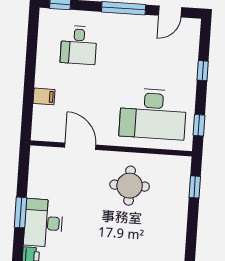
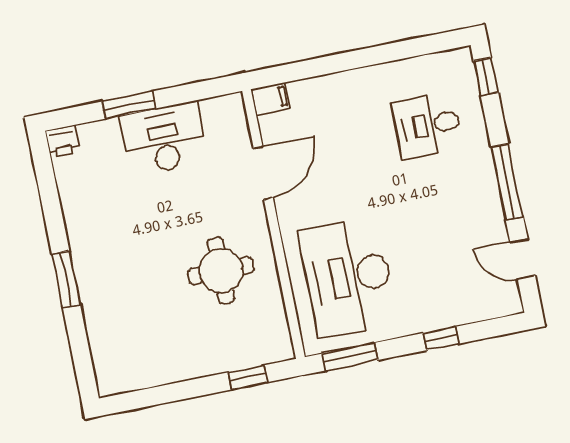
filing cabinet: (44, 96) -> (271, 99), moved, turned -90
window: (199, 125) -> (350, 357), width x1.50
desk: (43, 223) -> (164, 139), moved

